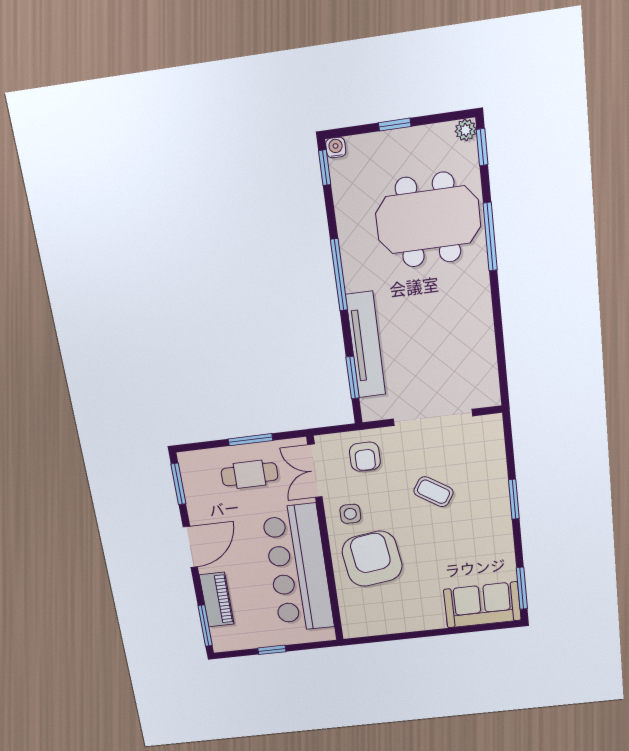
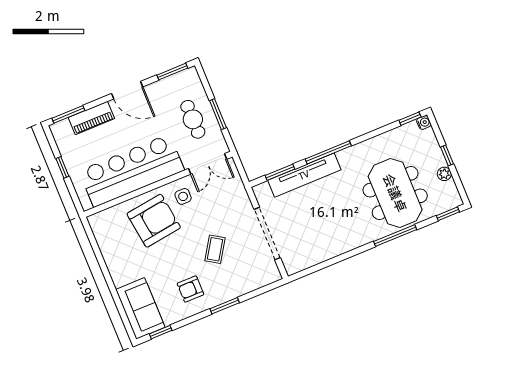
plant: (466, 130) -> (444, 174), moved
window: (339, 275) -> (328, 152), moved
armchair: (365, 457) -> (190, 289), moved
double door: (315, 471) -> (208, 164), swing flipped
window: (522, 588) -> (161, 332), width x0.67

